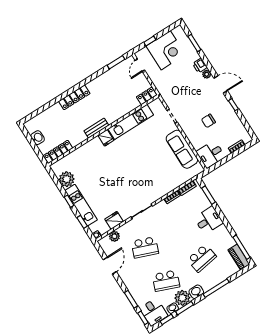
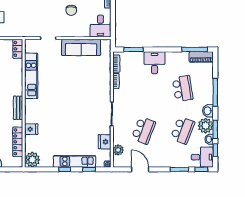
fridge: (106, 138) -> (31, 129), moved
locker: (58, 152) -> (18, 142), moved
plant: (67, 179) -> (32, 160), moved

